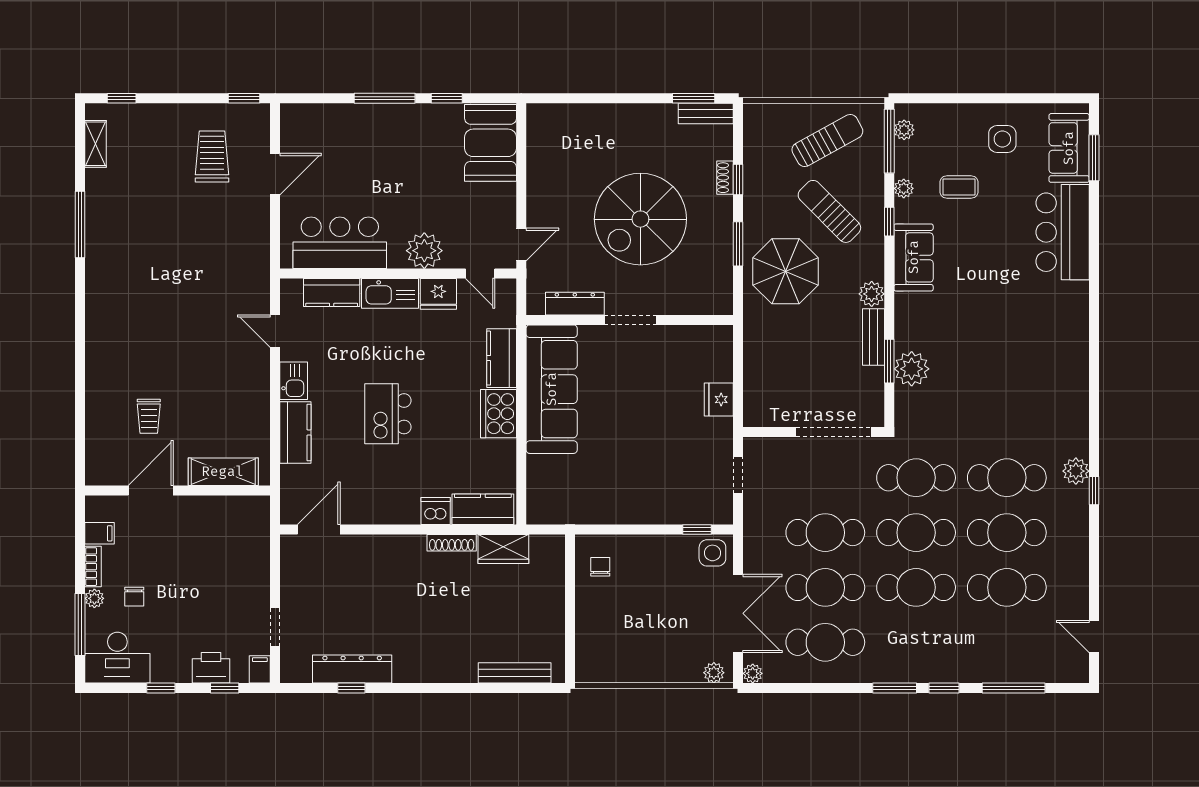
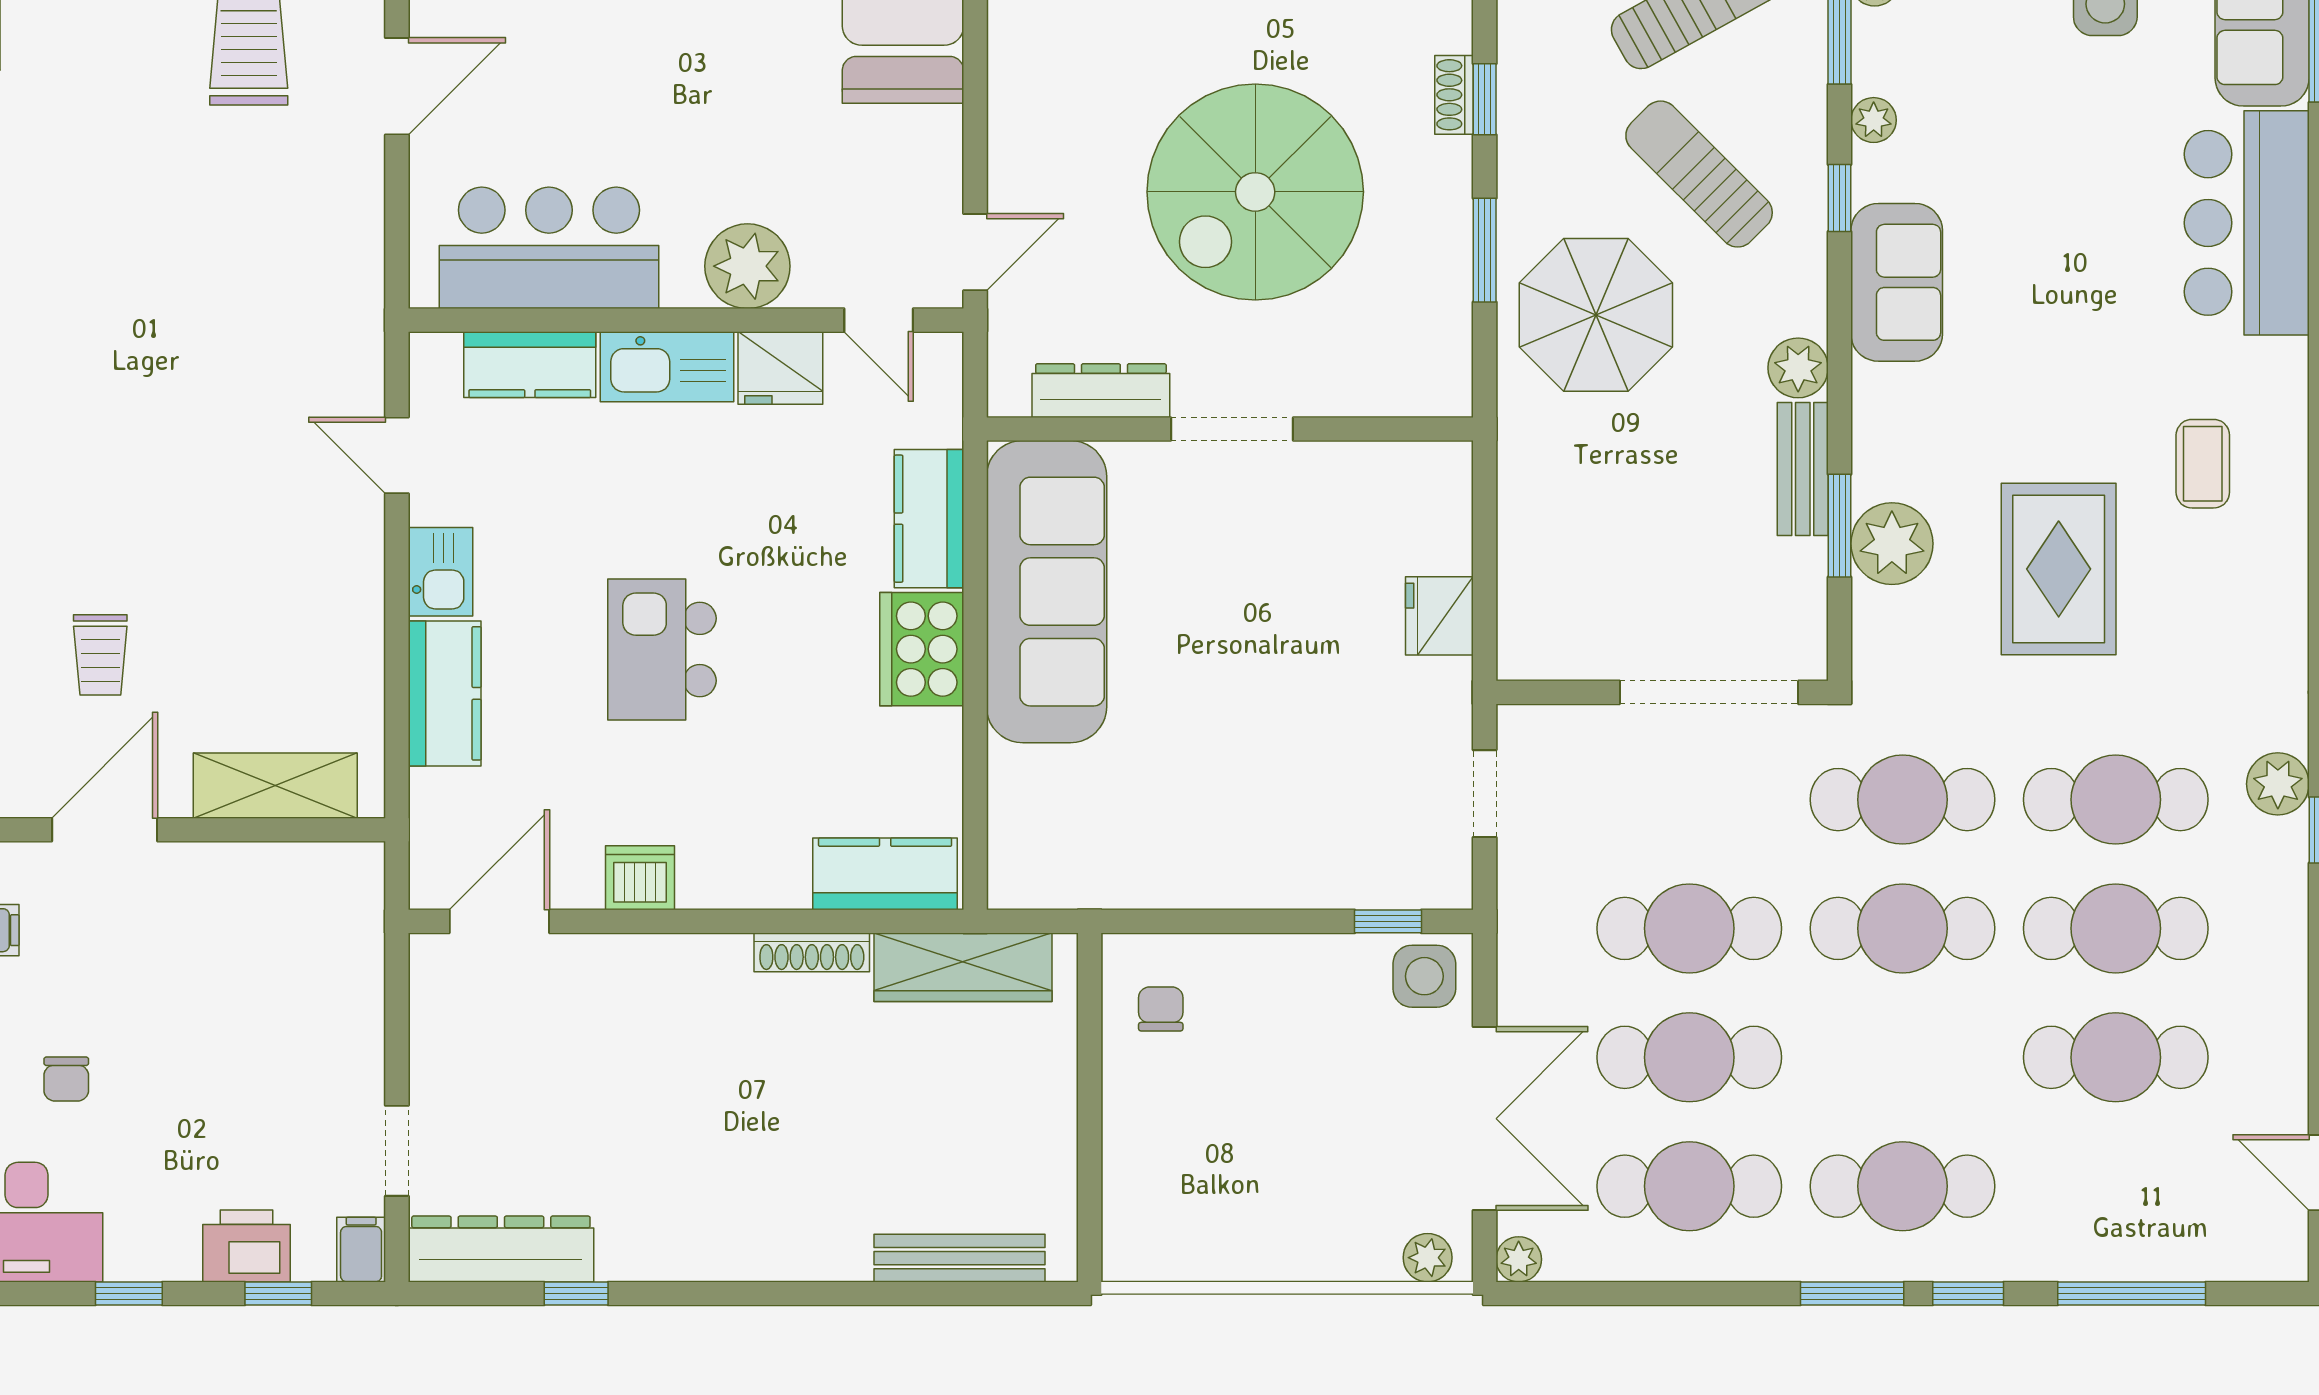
coffee table: (959, 187) -> (2203, 464), moved, turned 90
rug: (982, 380) -> (2059, 569), added
dishwasher: (436, 511) -> (640, 878), moved
wardrobe: (503, 549) -> (963, 967), width x1.50
cafe table: (916, 587) -> (1903, 1186), moved
dresser: (352, 669) -> (501, 1249), moved

